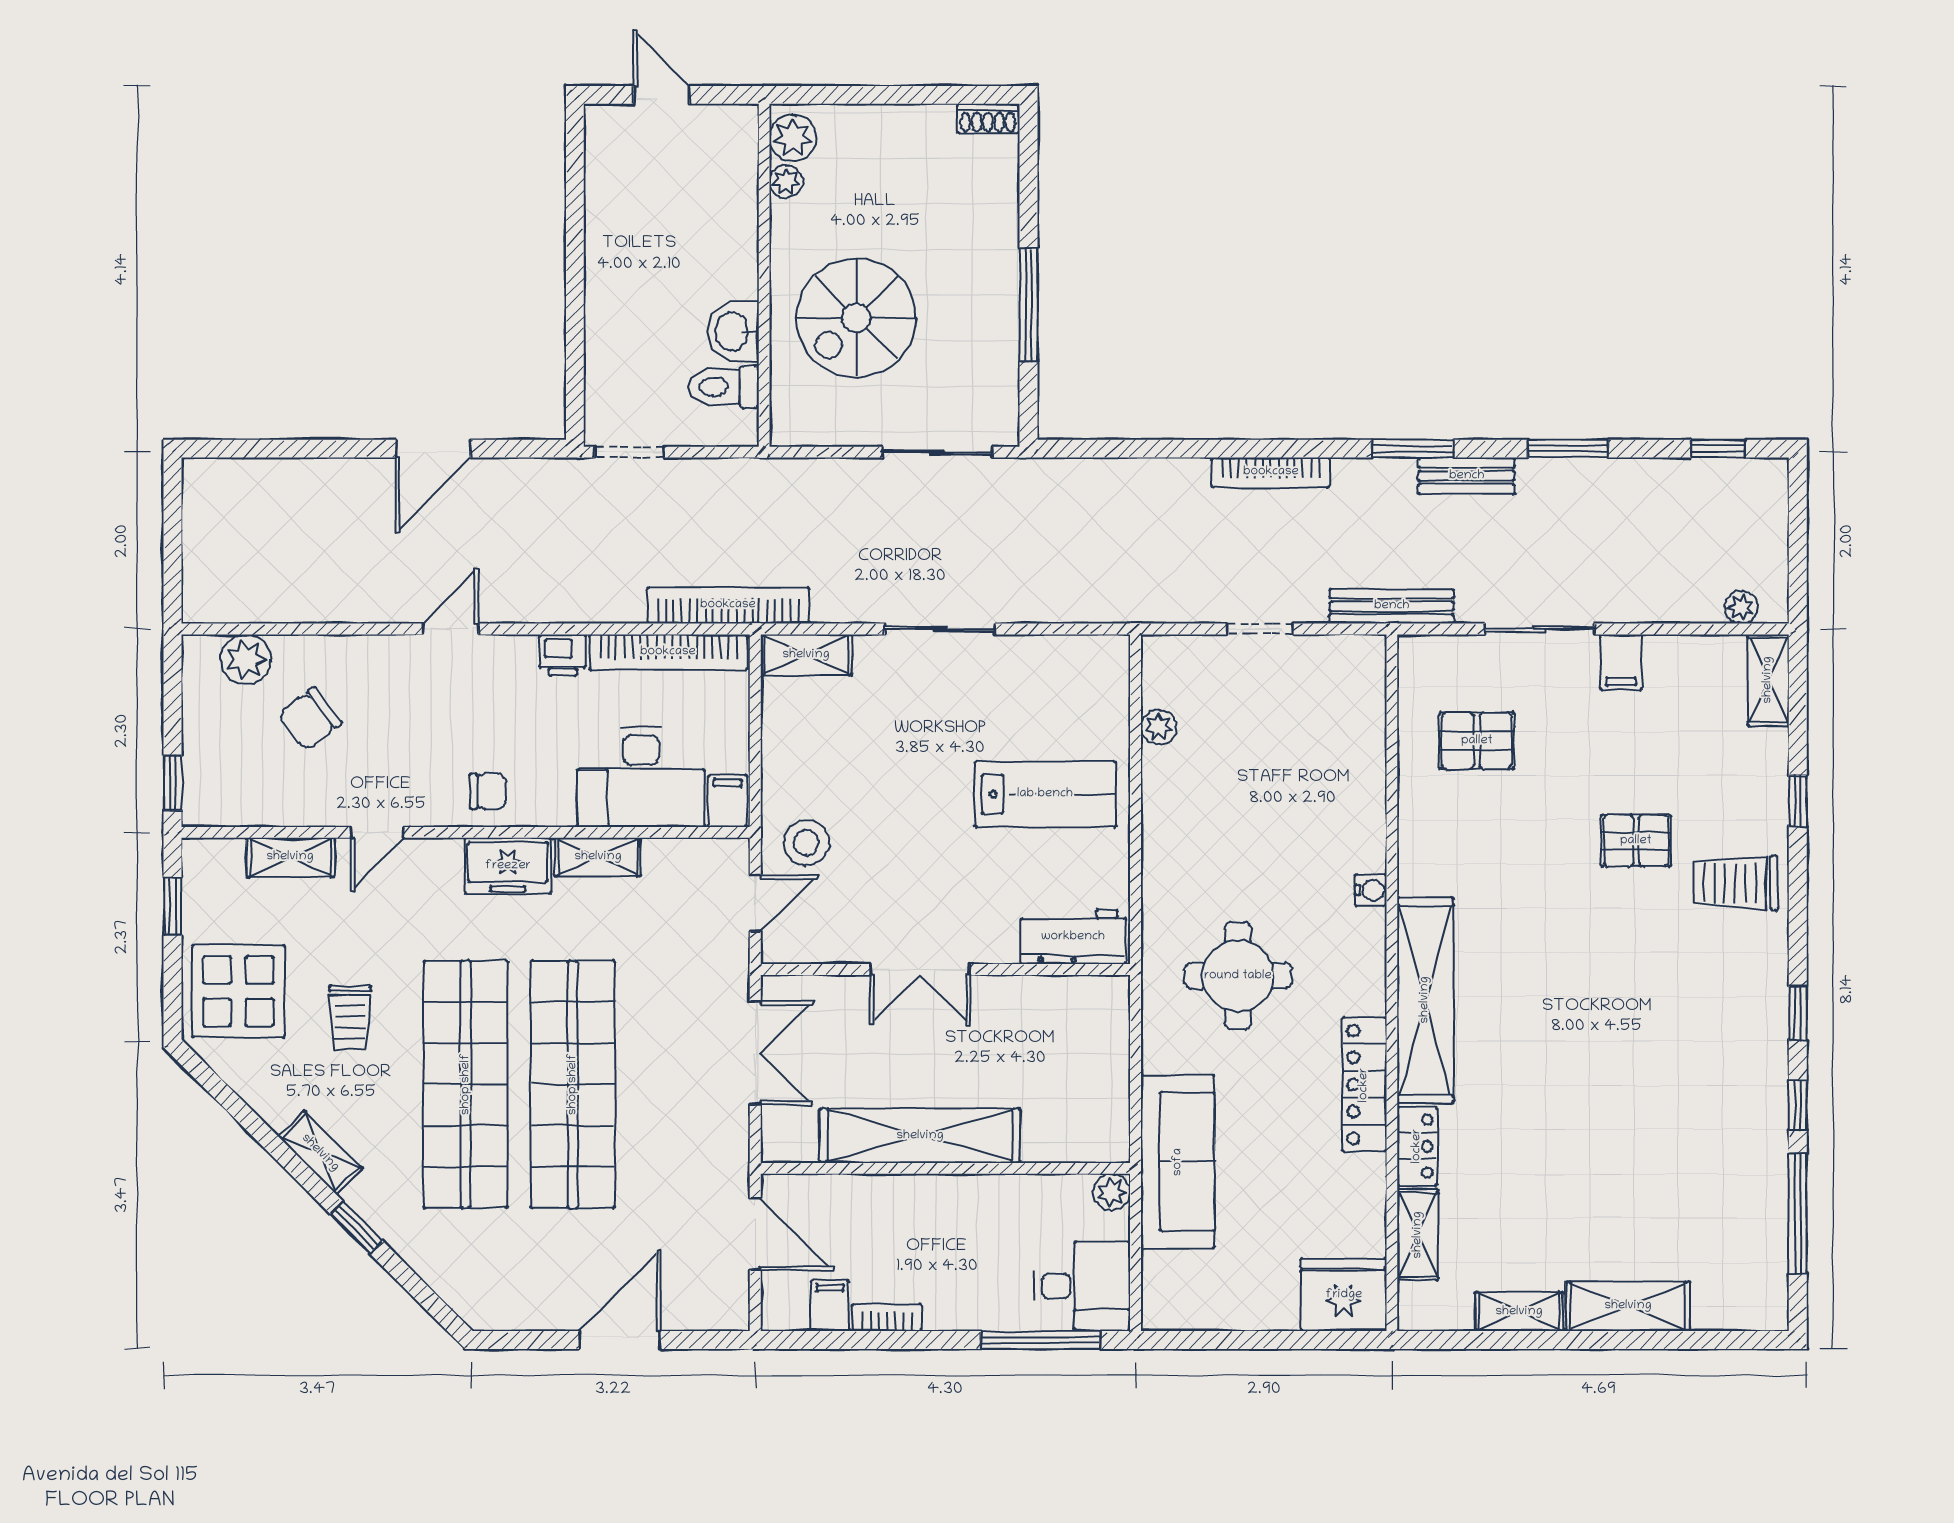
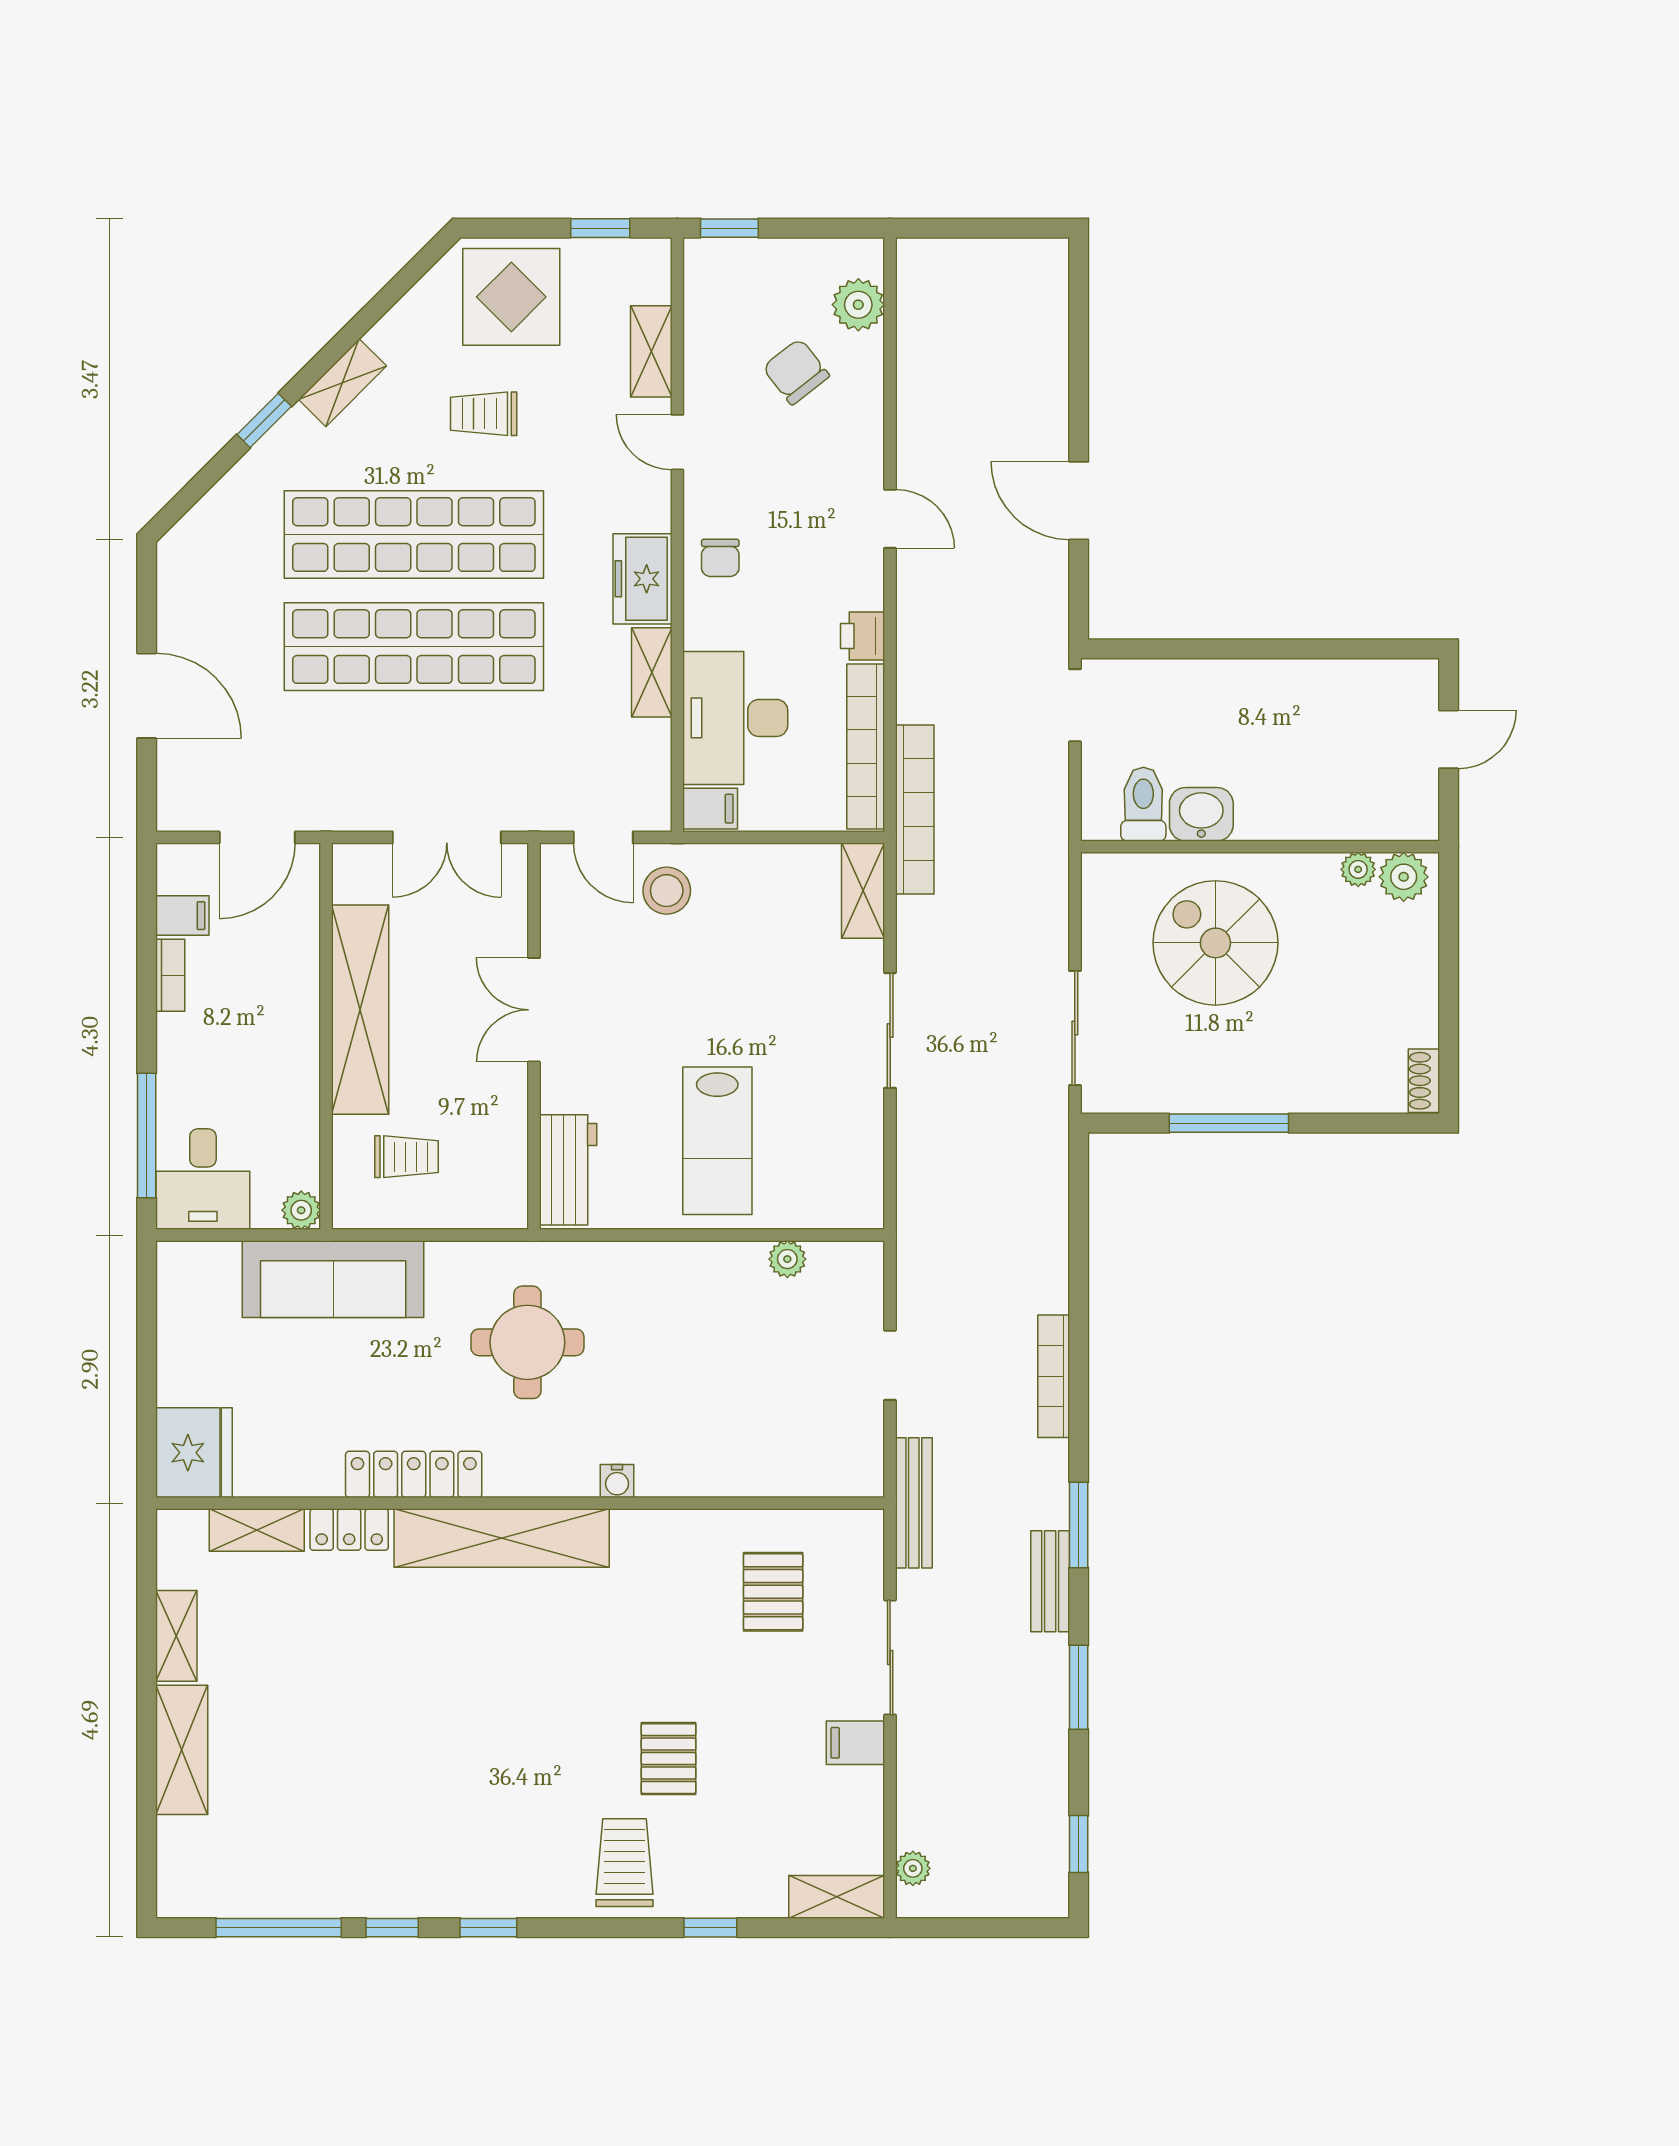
trolley: (1061, 1091) -> (407, 1157), added

